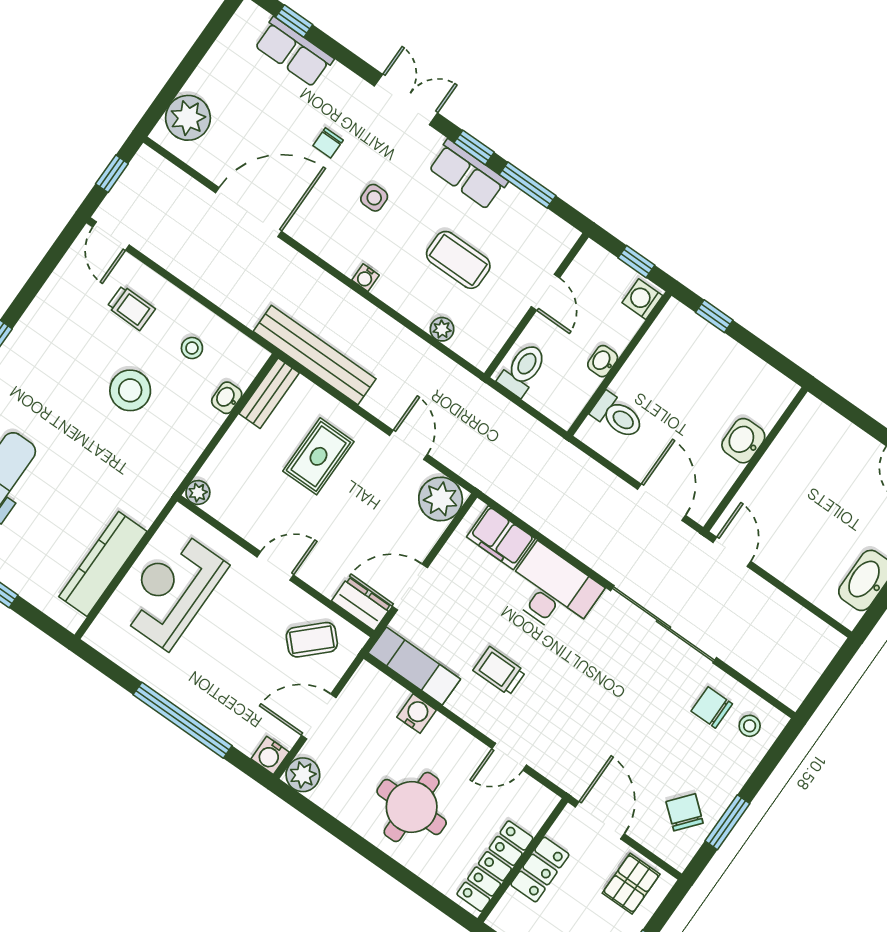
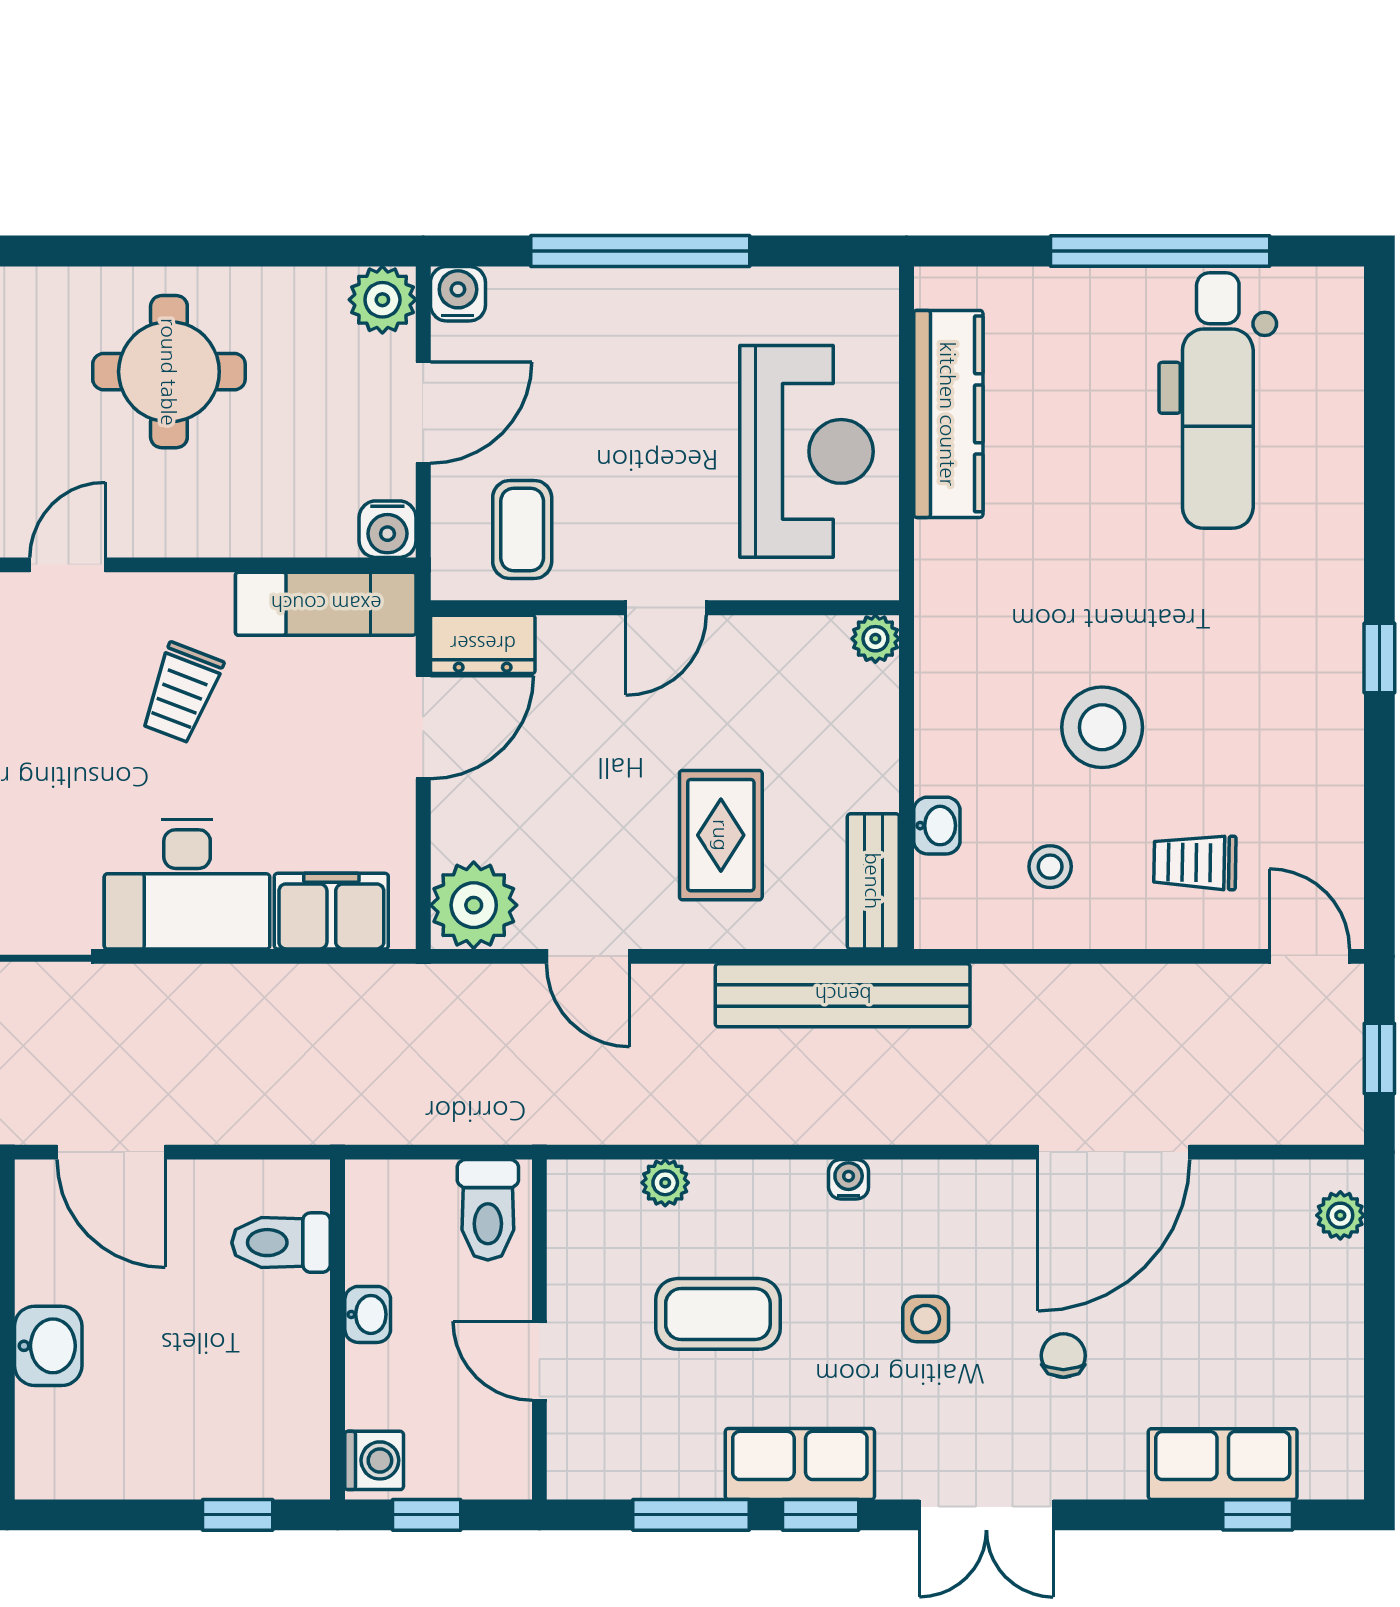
plant: (188, 118) -> (1340, 1215), width x0.53, depth x0.53
coffee table: (312, 640) -> (522, 530), turned -46
trolley: (499, 671) -> (182, 693), turned 111
water cooler: (417, 714) -> (387, 529), moved

